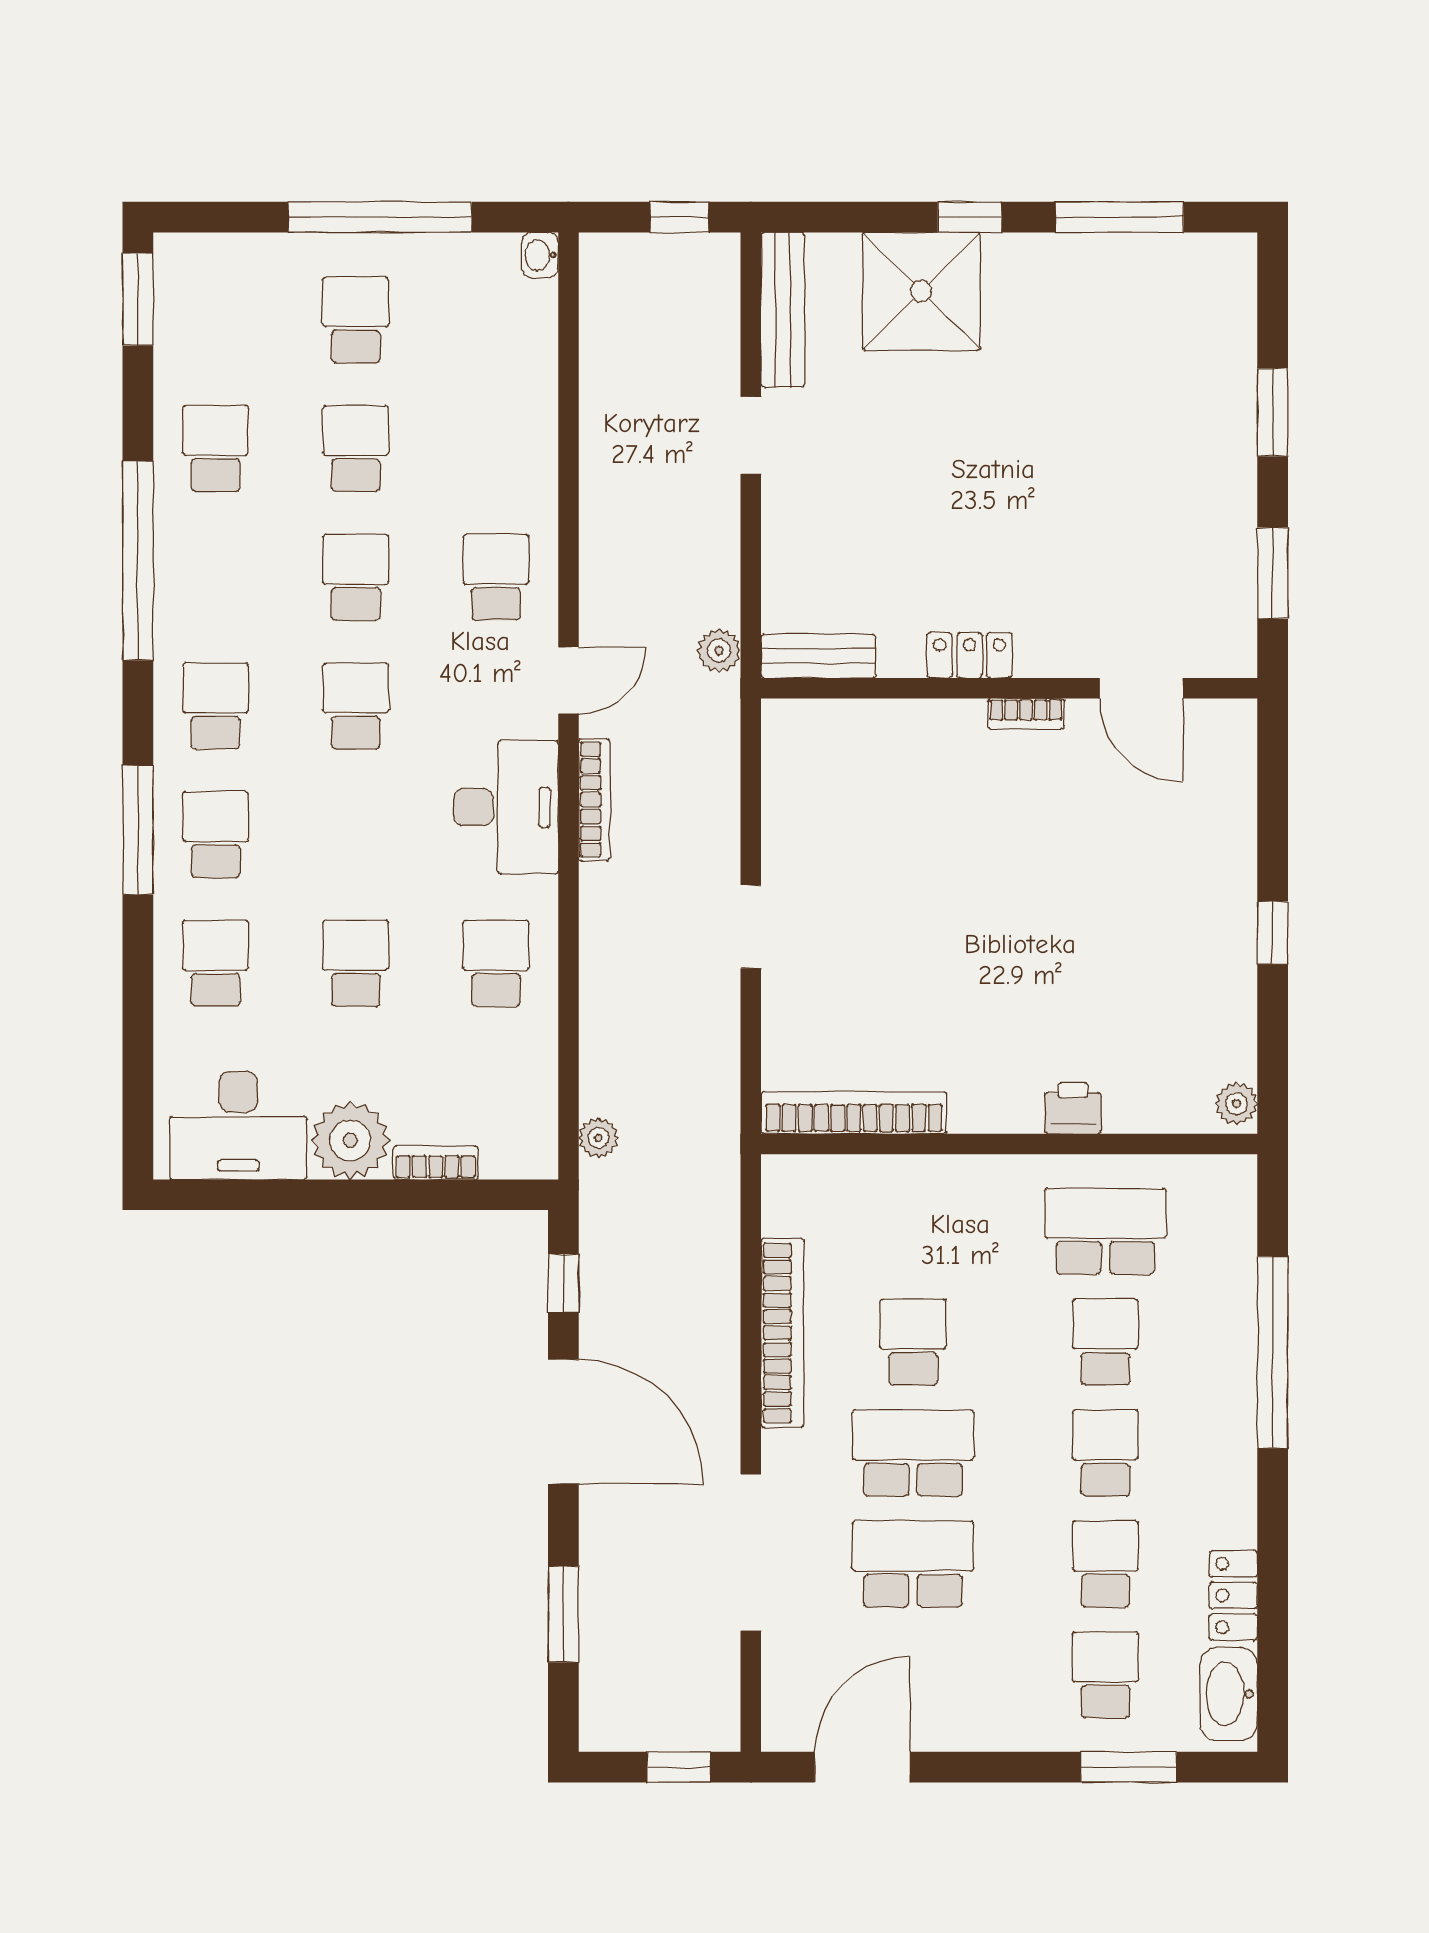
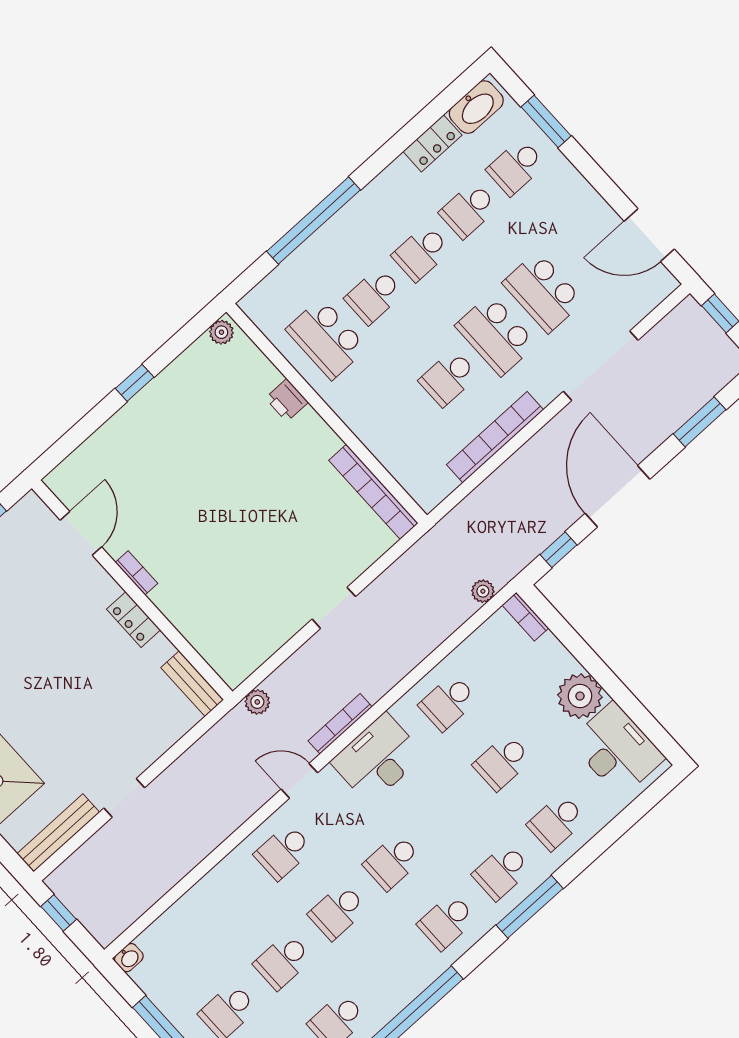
plant: (719, 651) -> (257, 702), moved
bookcase: (436, 1163) -> (525, 617), moved

